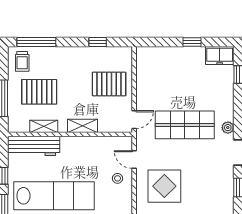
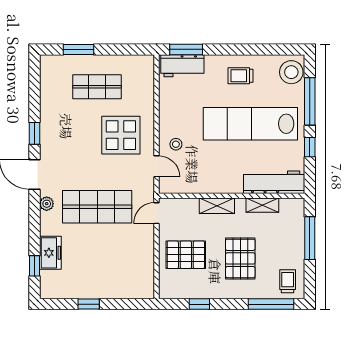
freezer: (220, 56) -> (50, 253), moved, turned 90
pallet: (39, 92) -> (240, 258), moved, turned 90

